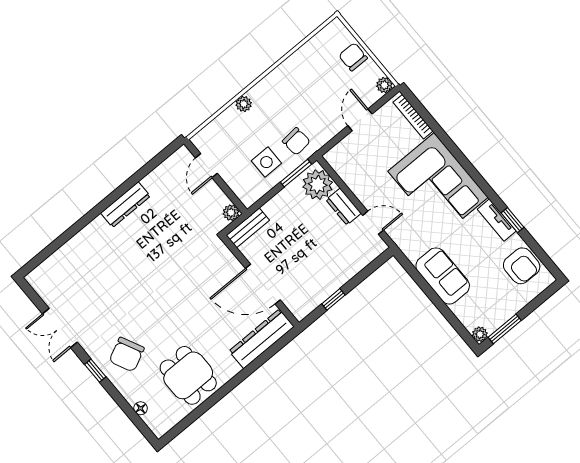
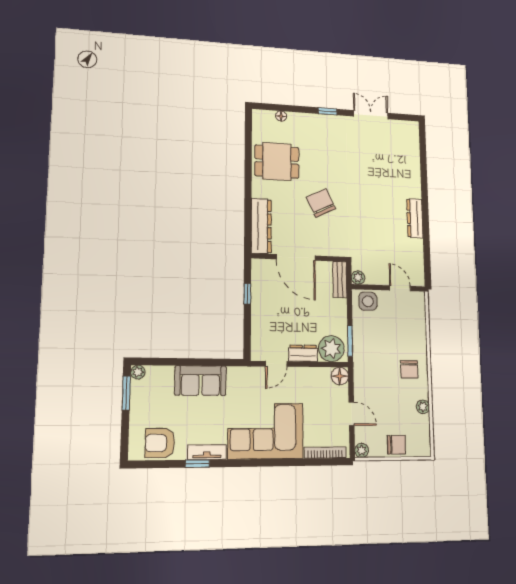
plant: (244, 104) -> (423, 407), moved
chair: (296, 141) -> (409, 369), moved, turned -85
floor lamp: (336, 157) -> (340, 376), added
side table: (266, 162) -> (368, 301), moved
door: (263, 284) -> (296, 257), swing flipped
chair: (127, 355) -> (321, 203), moved

